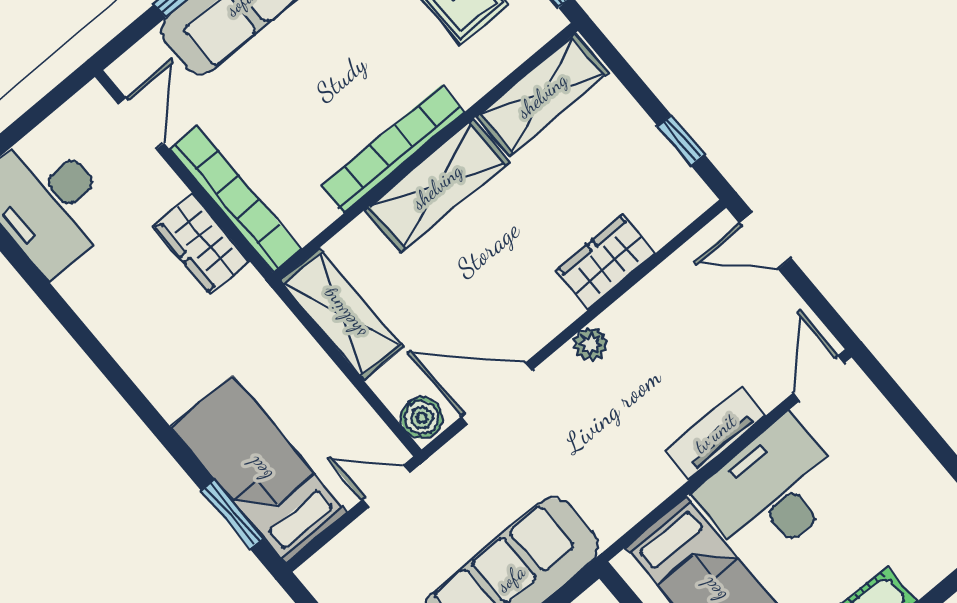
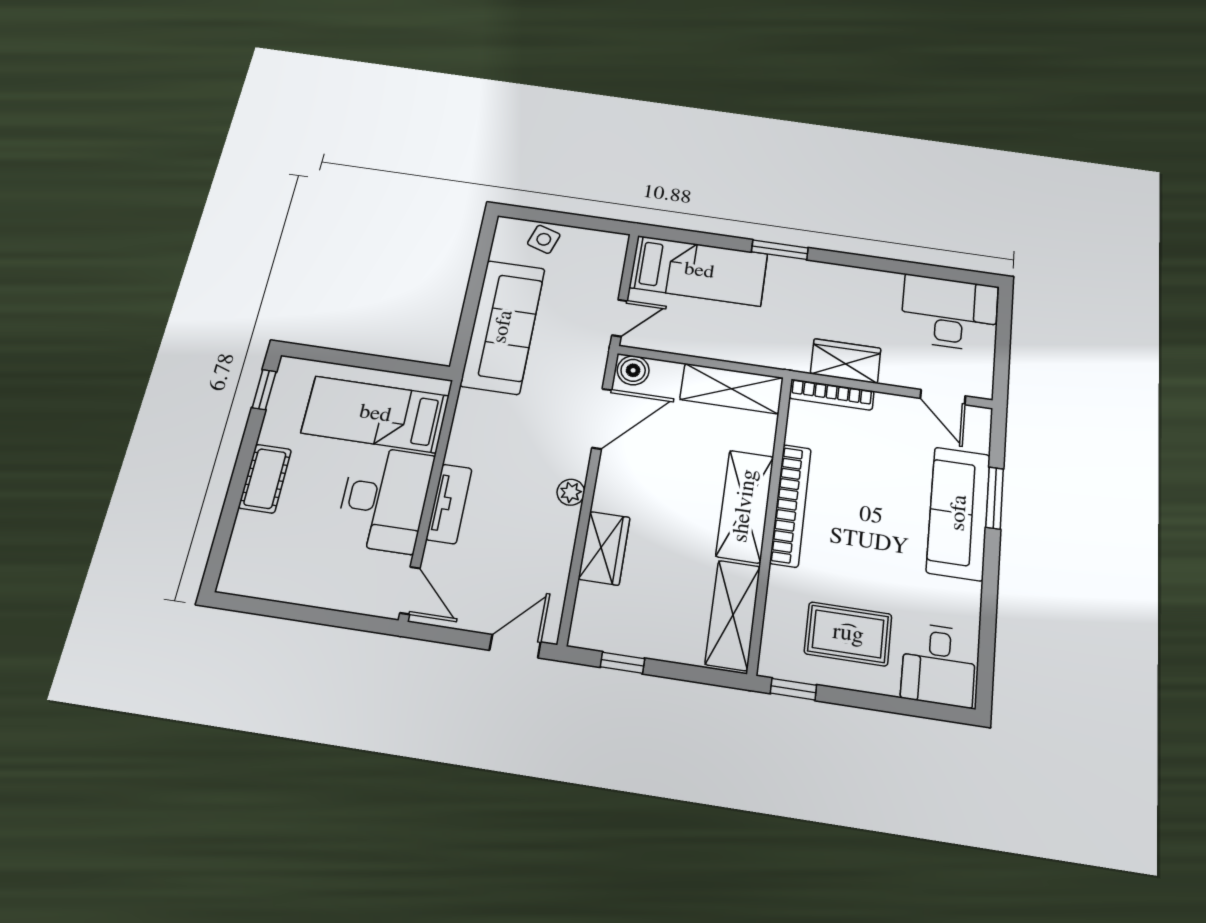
bookcase: (235, 199) -> (831, 395), width x0.68, depth x0.76
window: (232, 514) -> (780, 250), moved

